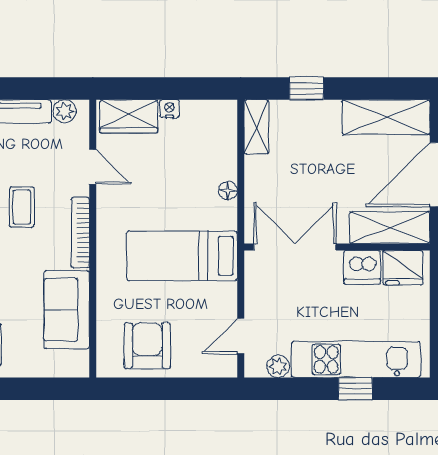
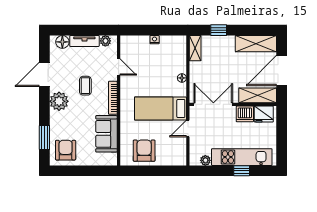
wardrobe: (129, 116) -> (135, 43), removed
door: (241, 336) -> (188, 129), moved

